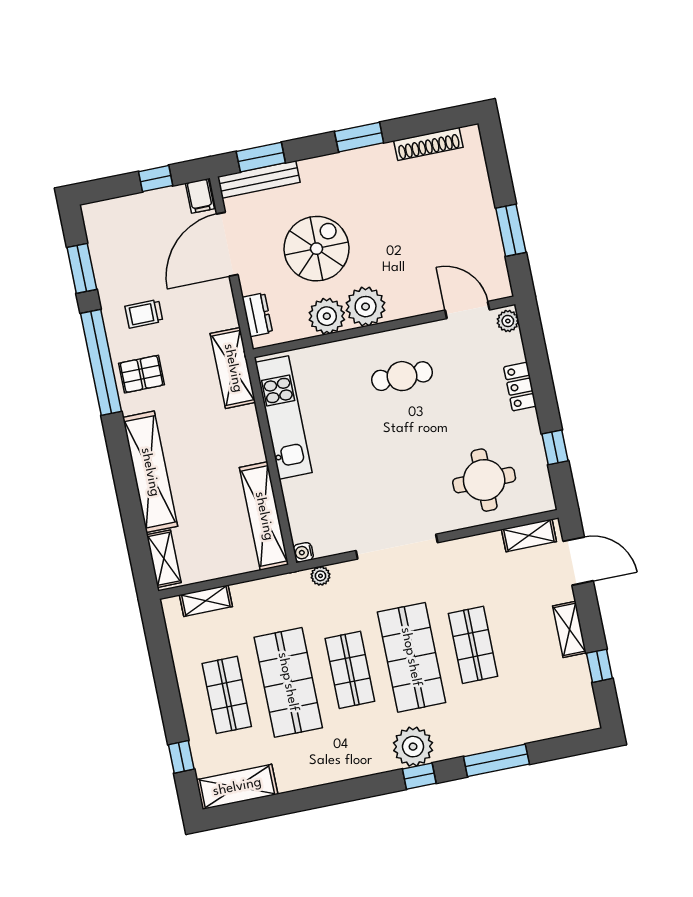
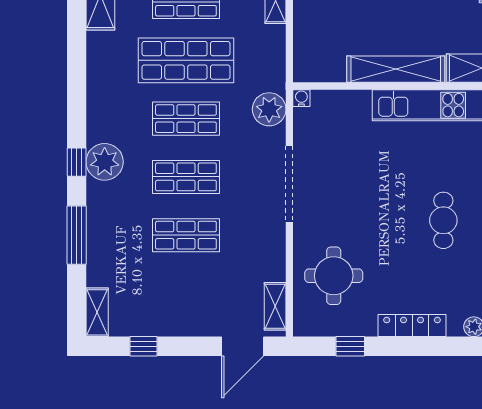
locker: (520, 387) -> (412, 326), width x1.53
shelving: (264, 516) -> (396, 69), moved
plant: (320, 576) -> (269, 109), width x1.87, depth x1.87
shelving: (569, 629) -> (97, 312), moved, turned 90
shop shelf: (411, 657) -> (186, 177), width x0.70, depth x0.74

